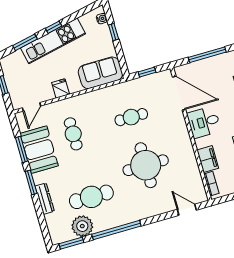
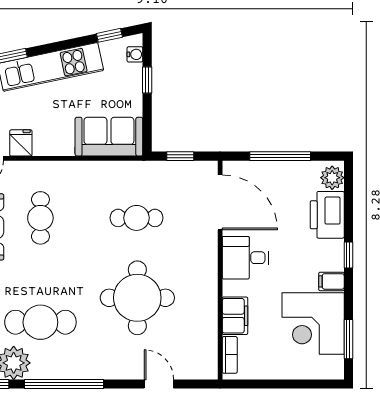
window: (54, 27) -> (109, 35), moved
fridge: (61, 88) -> (21, 143), moved
door: (187, 210) -> (159, 384), moved

